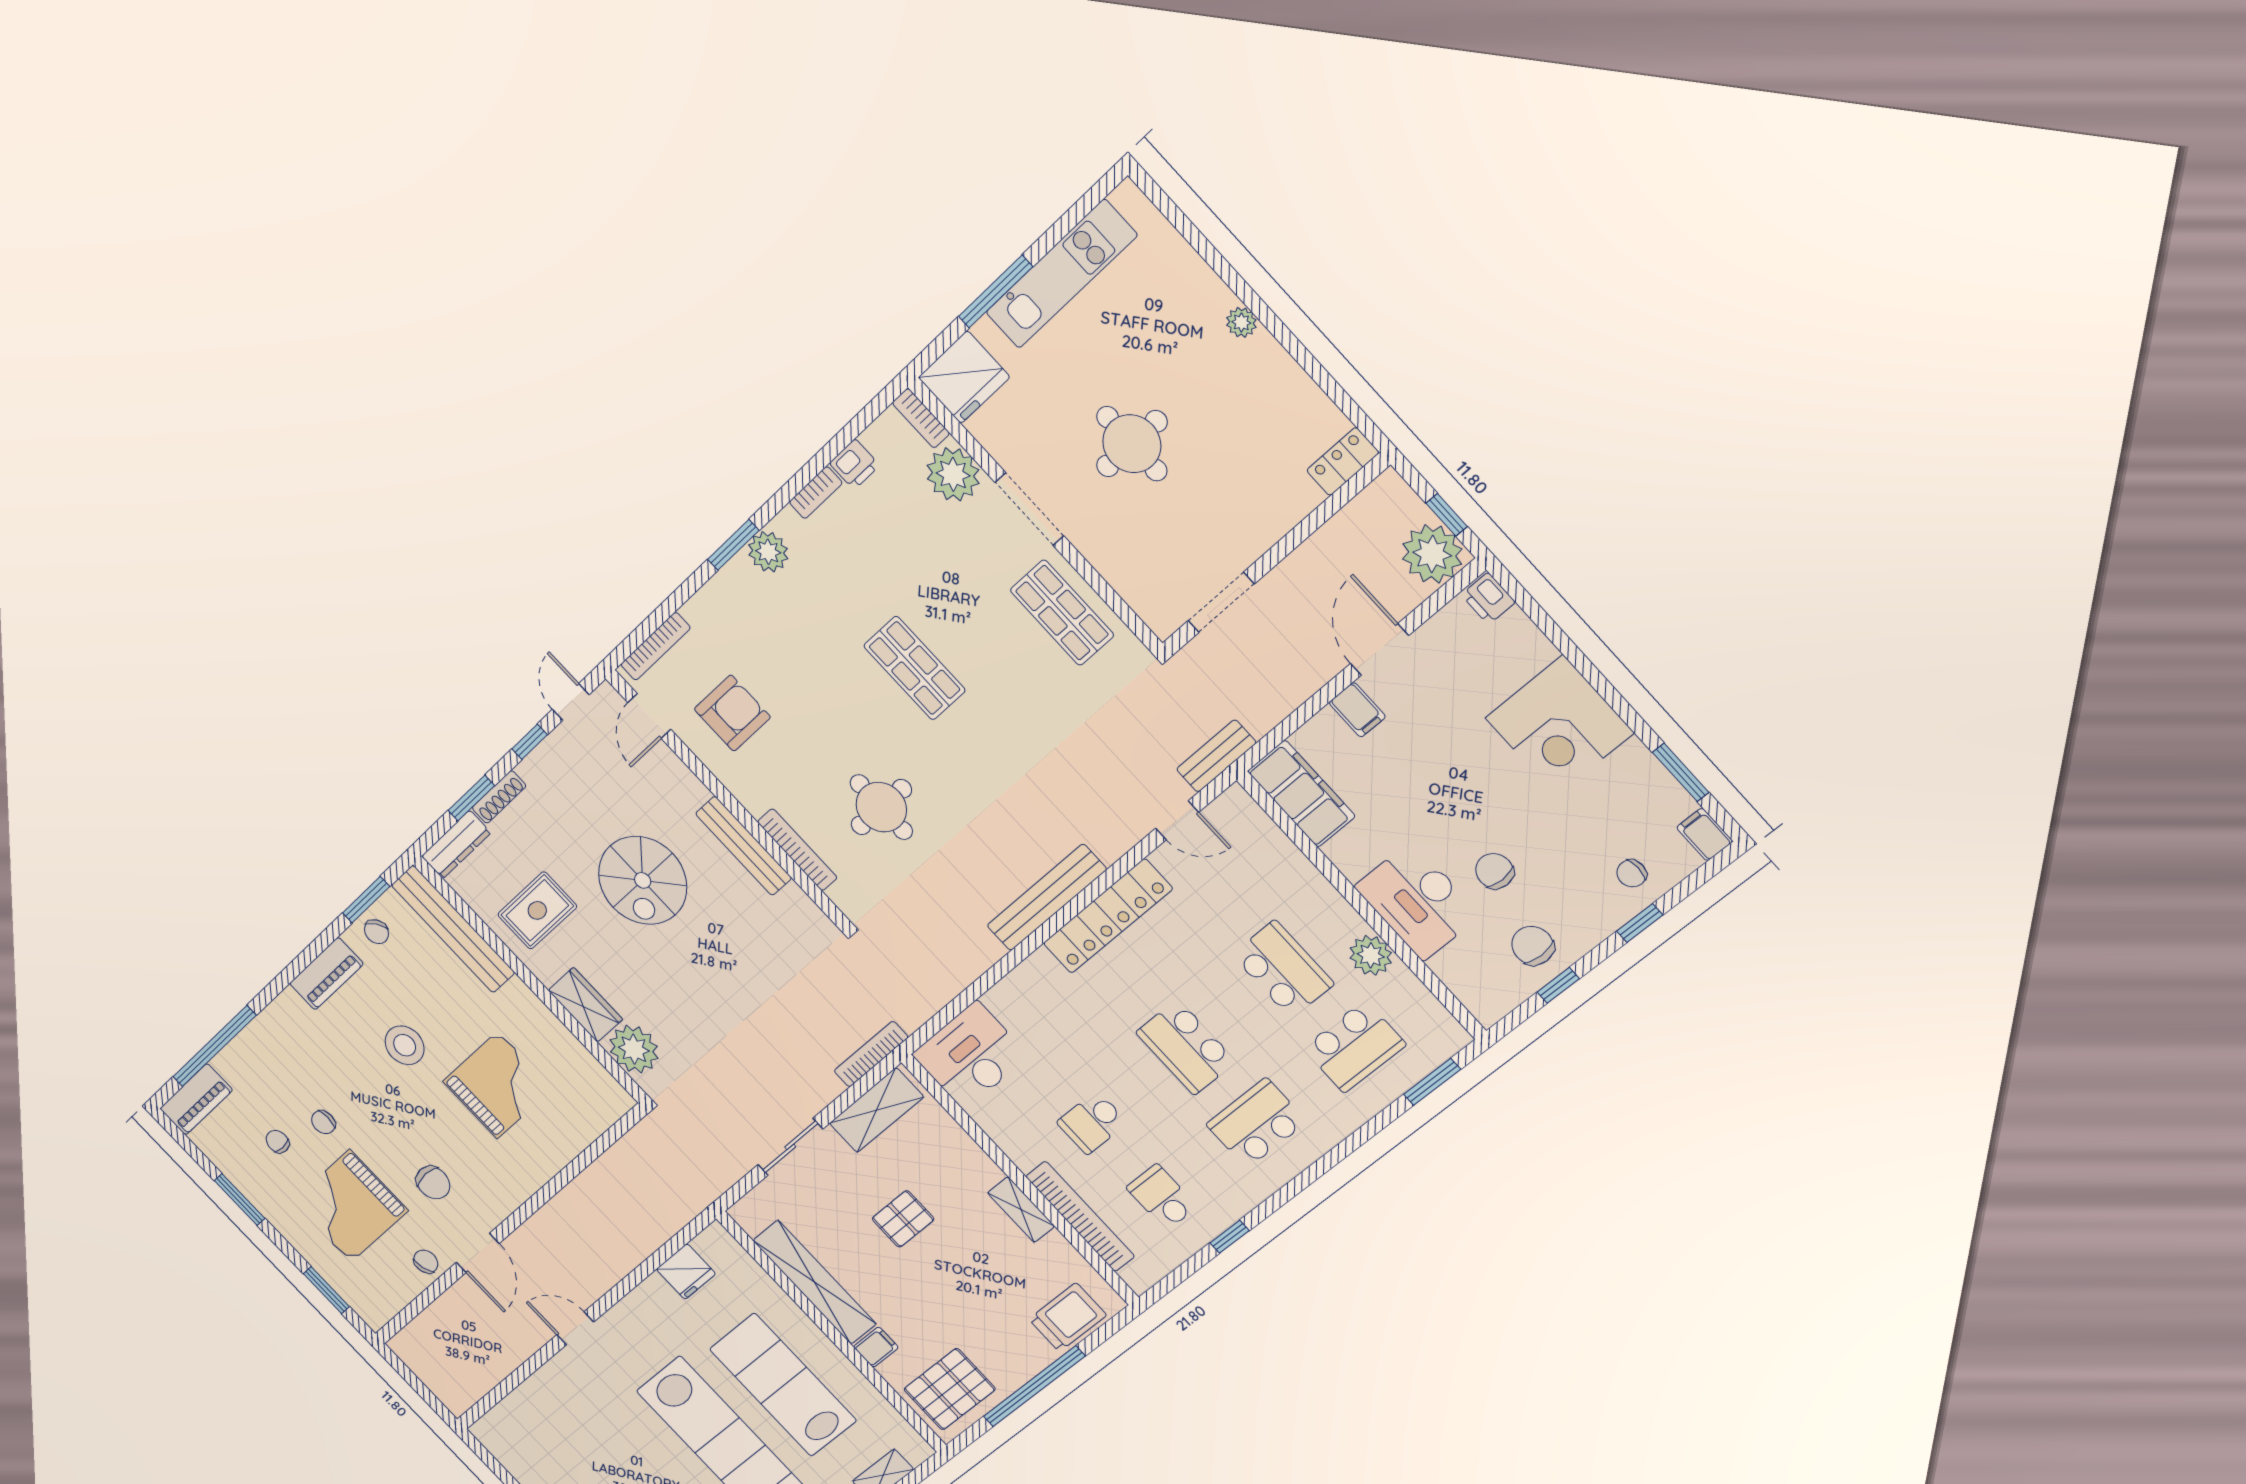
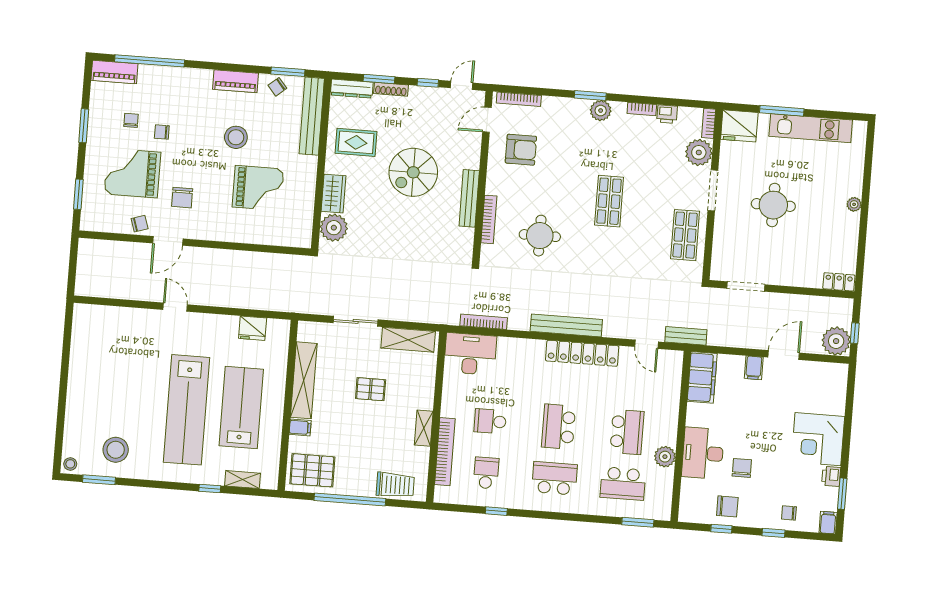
printer: (1488, 598) -> (831, 476), moved
chair: (1533, 946) -> (727, 506), turned 90
bookcase: (871, 1054) -> (484, 322), moved

